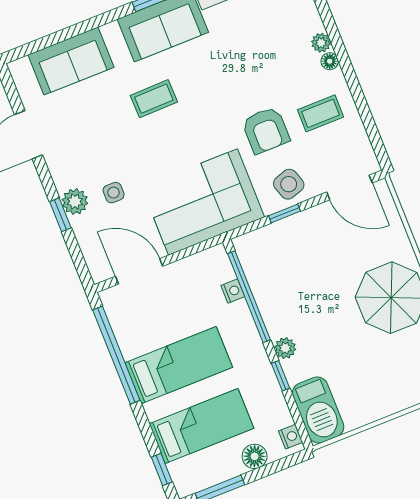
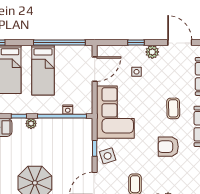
armchair: (266, 130) -> (168, 147), moved
plant: (75, 202) -> (152, 52), moved

